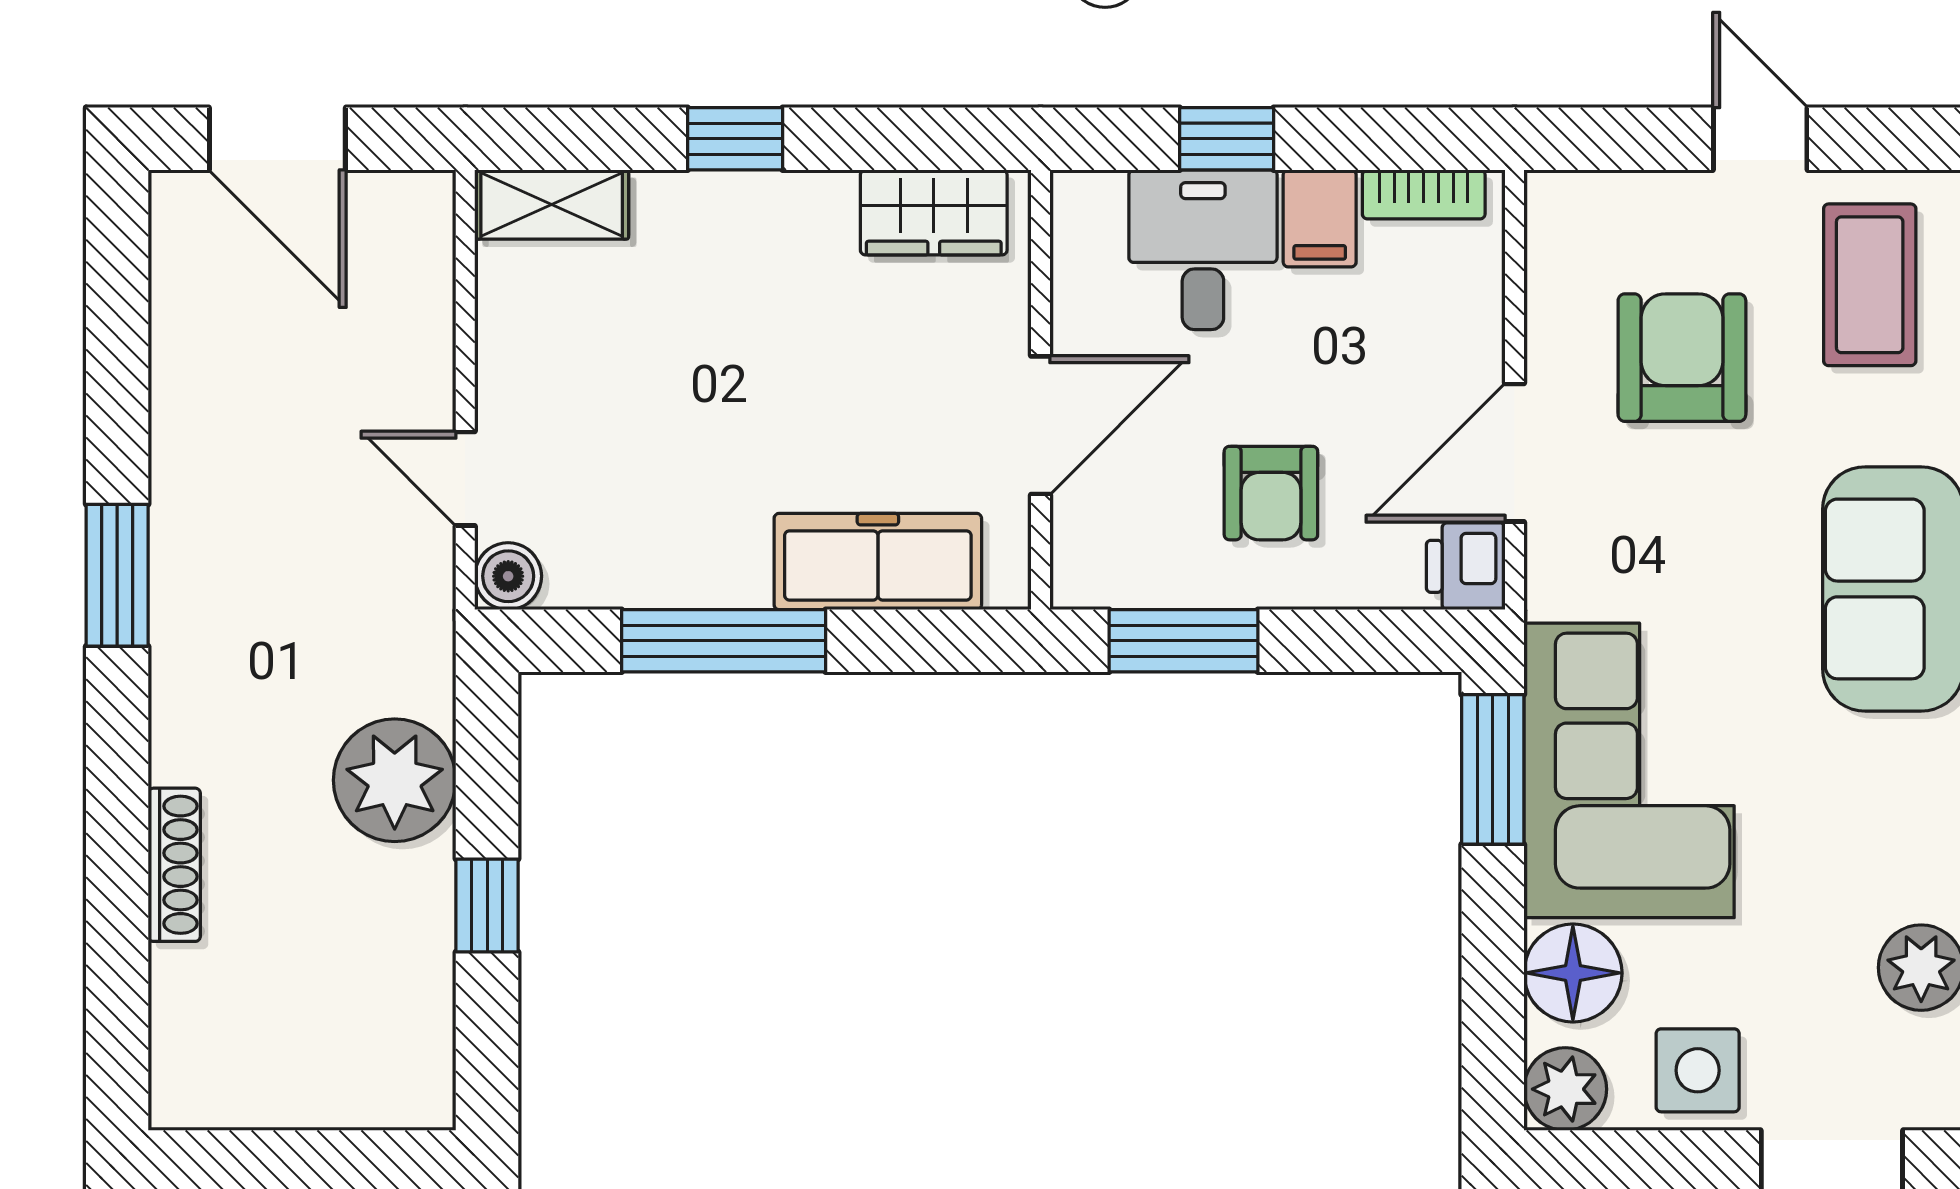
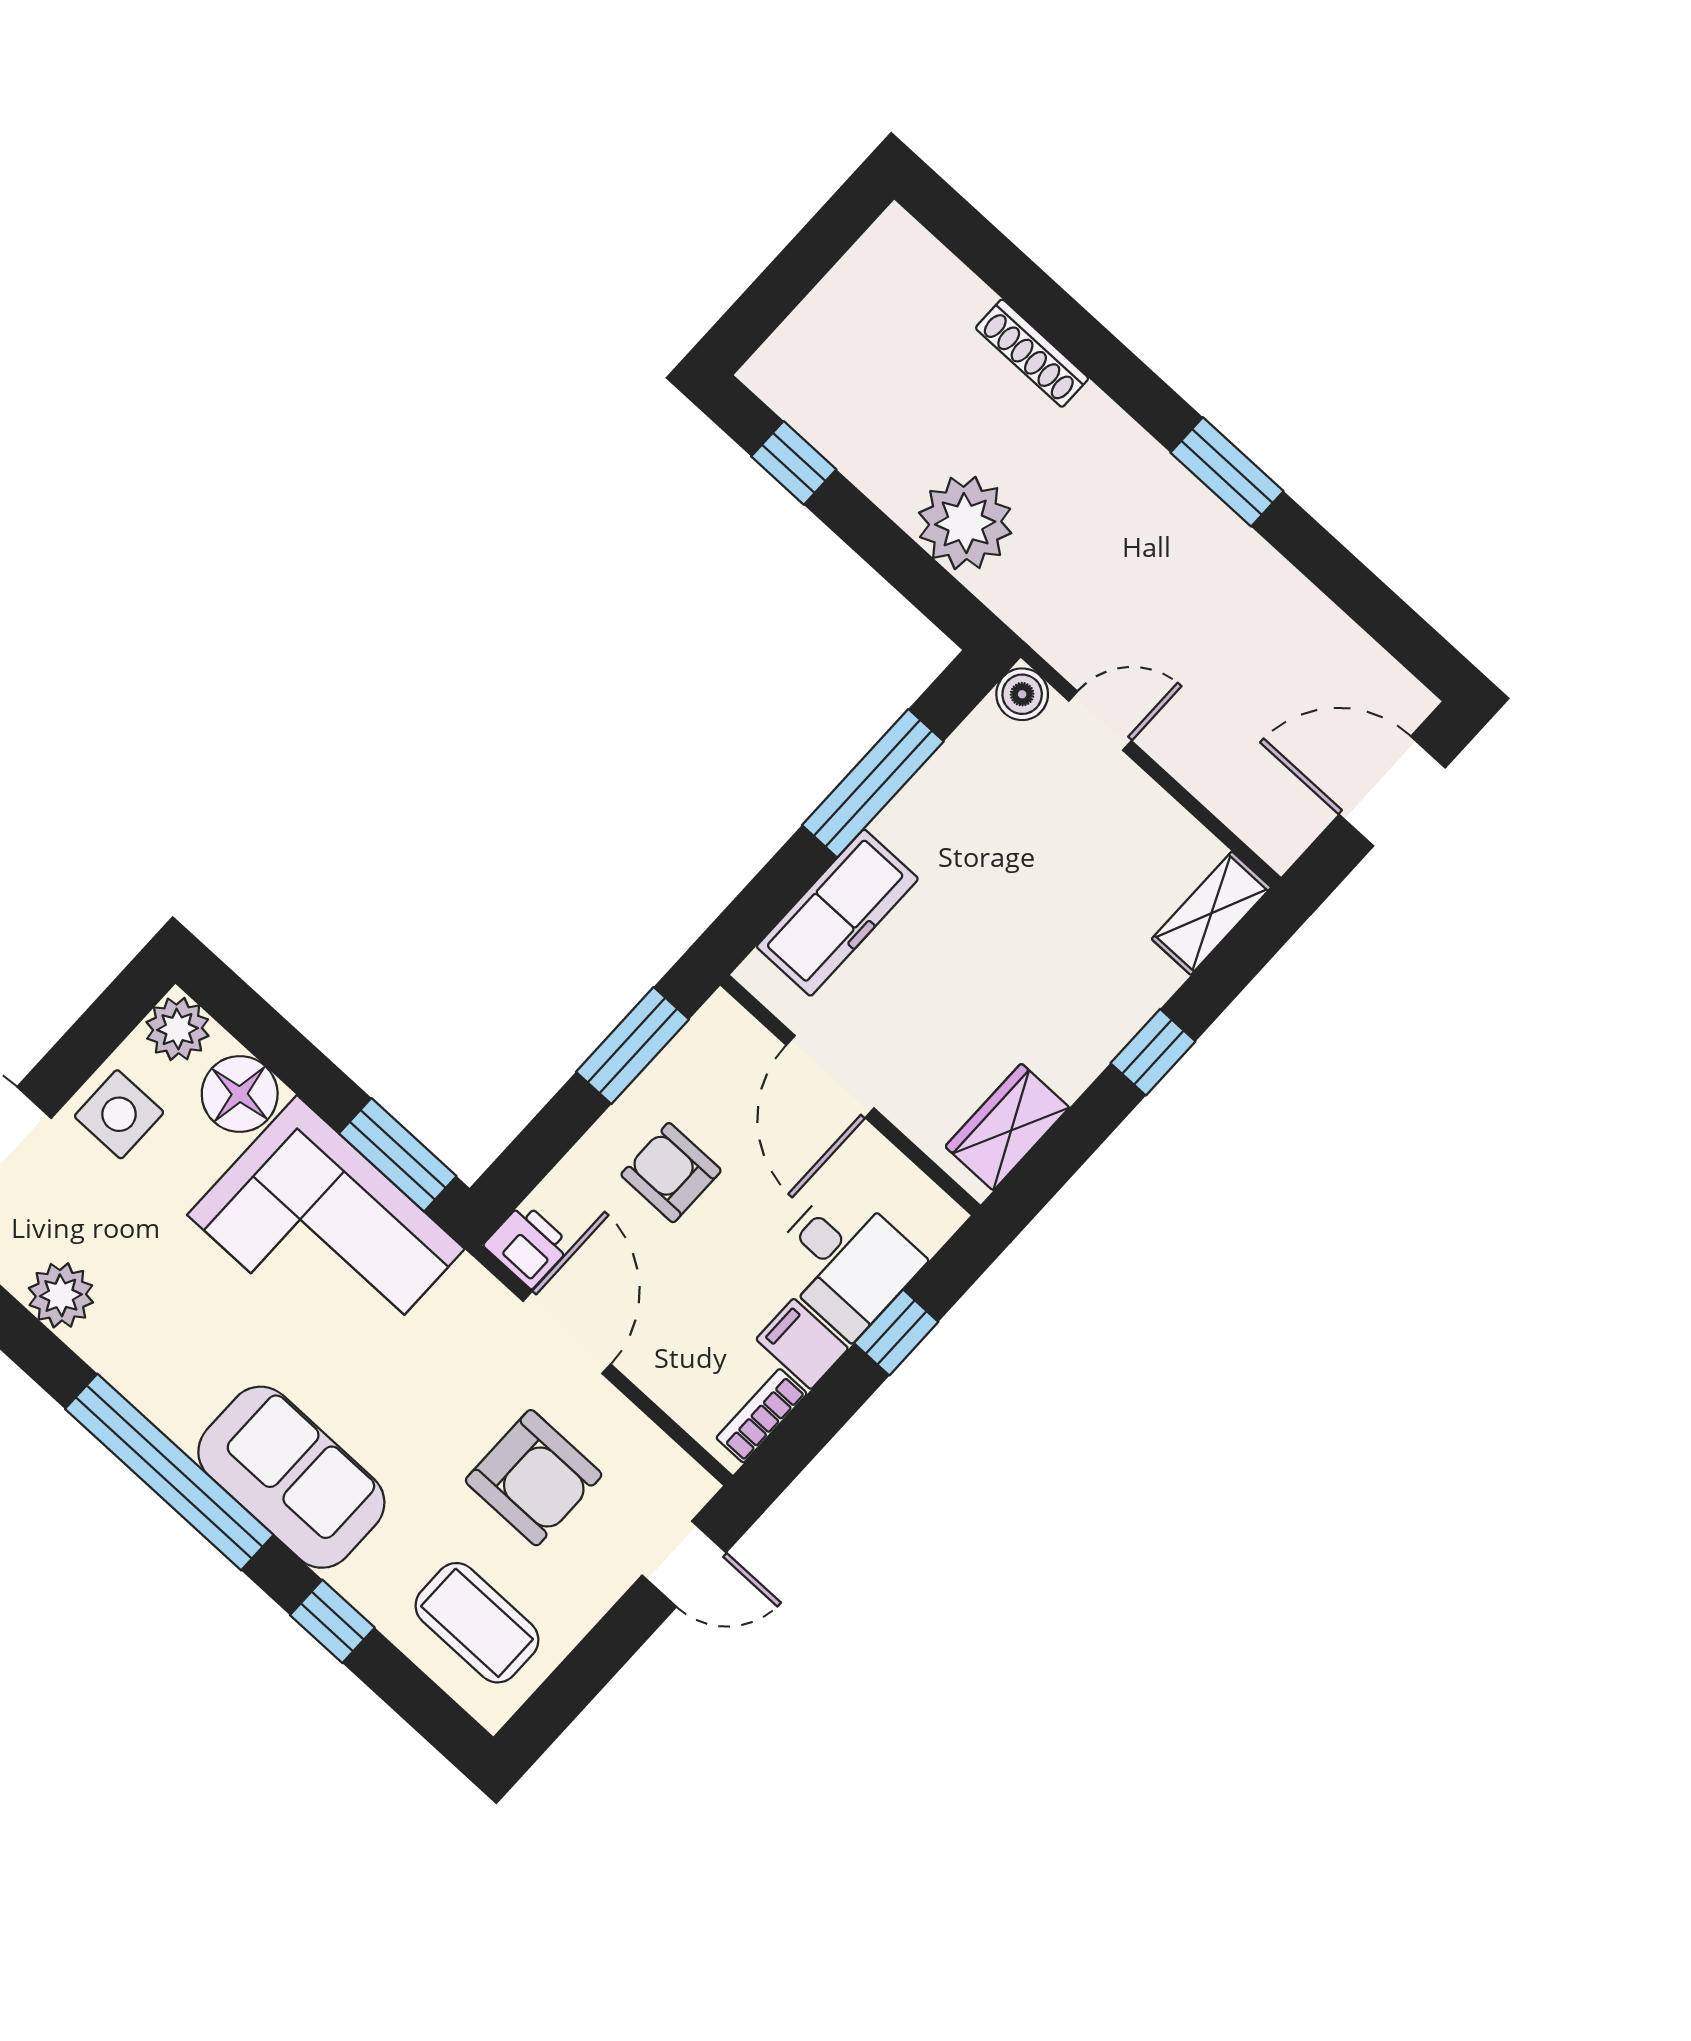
door: (1760, 139) -> (684, 1564), moved
window: (487, 905) -> (794, 463), moved

